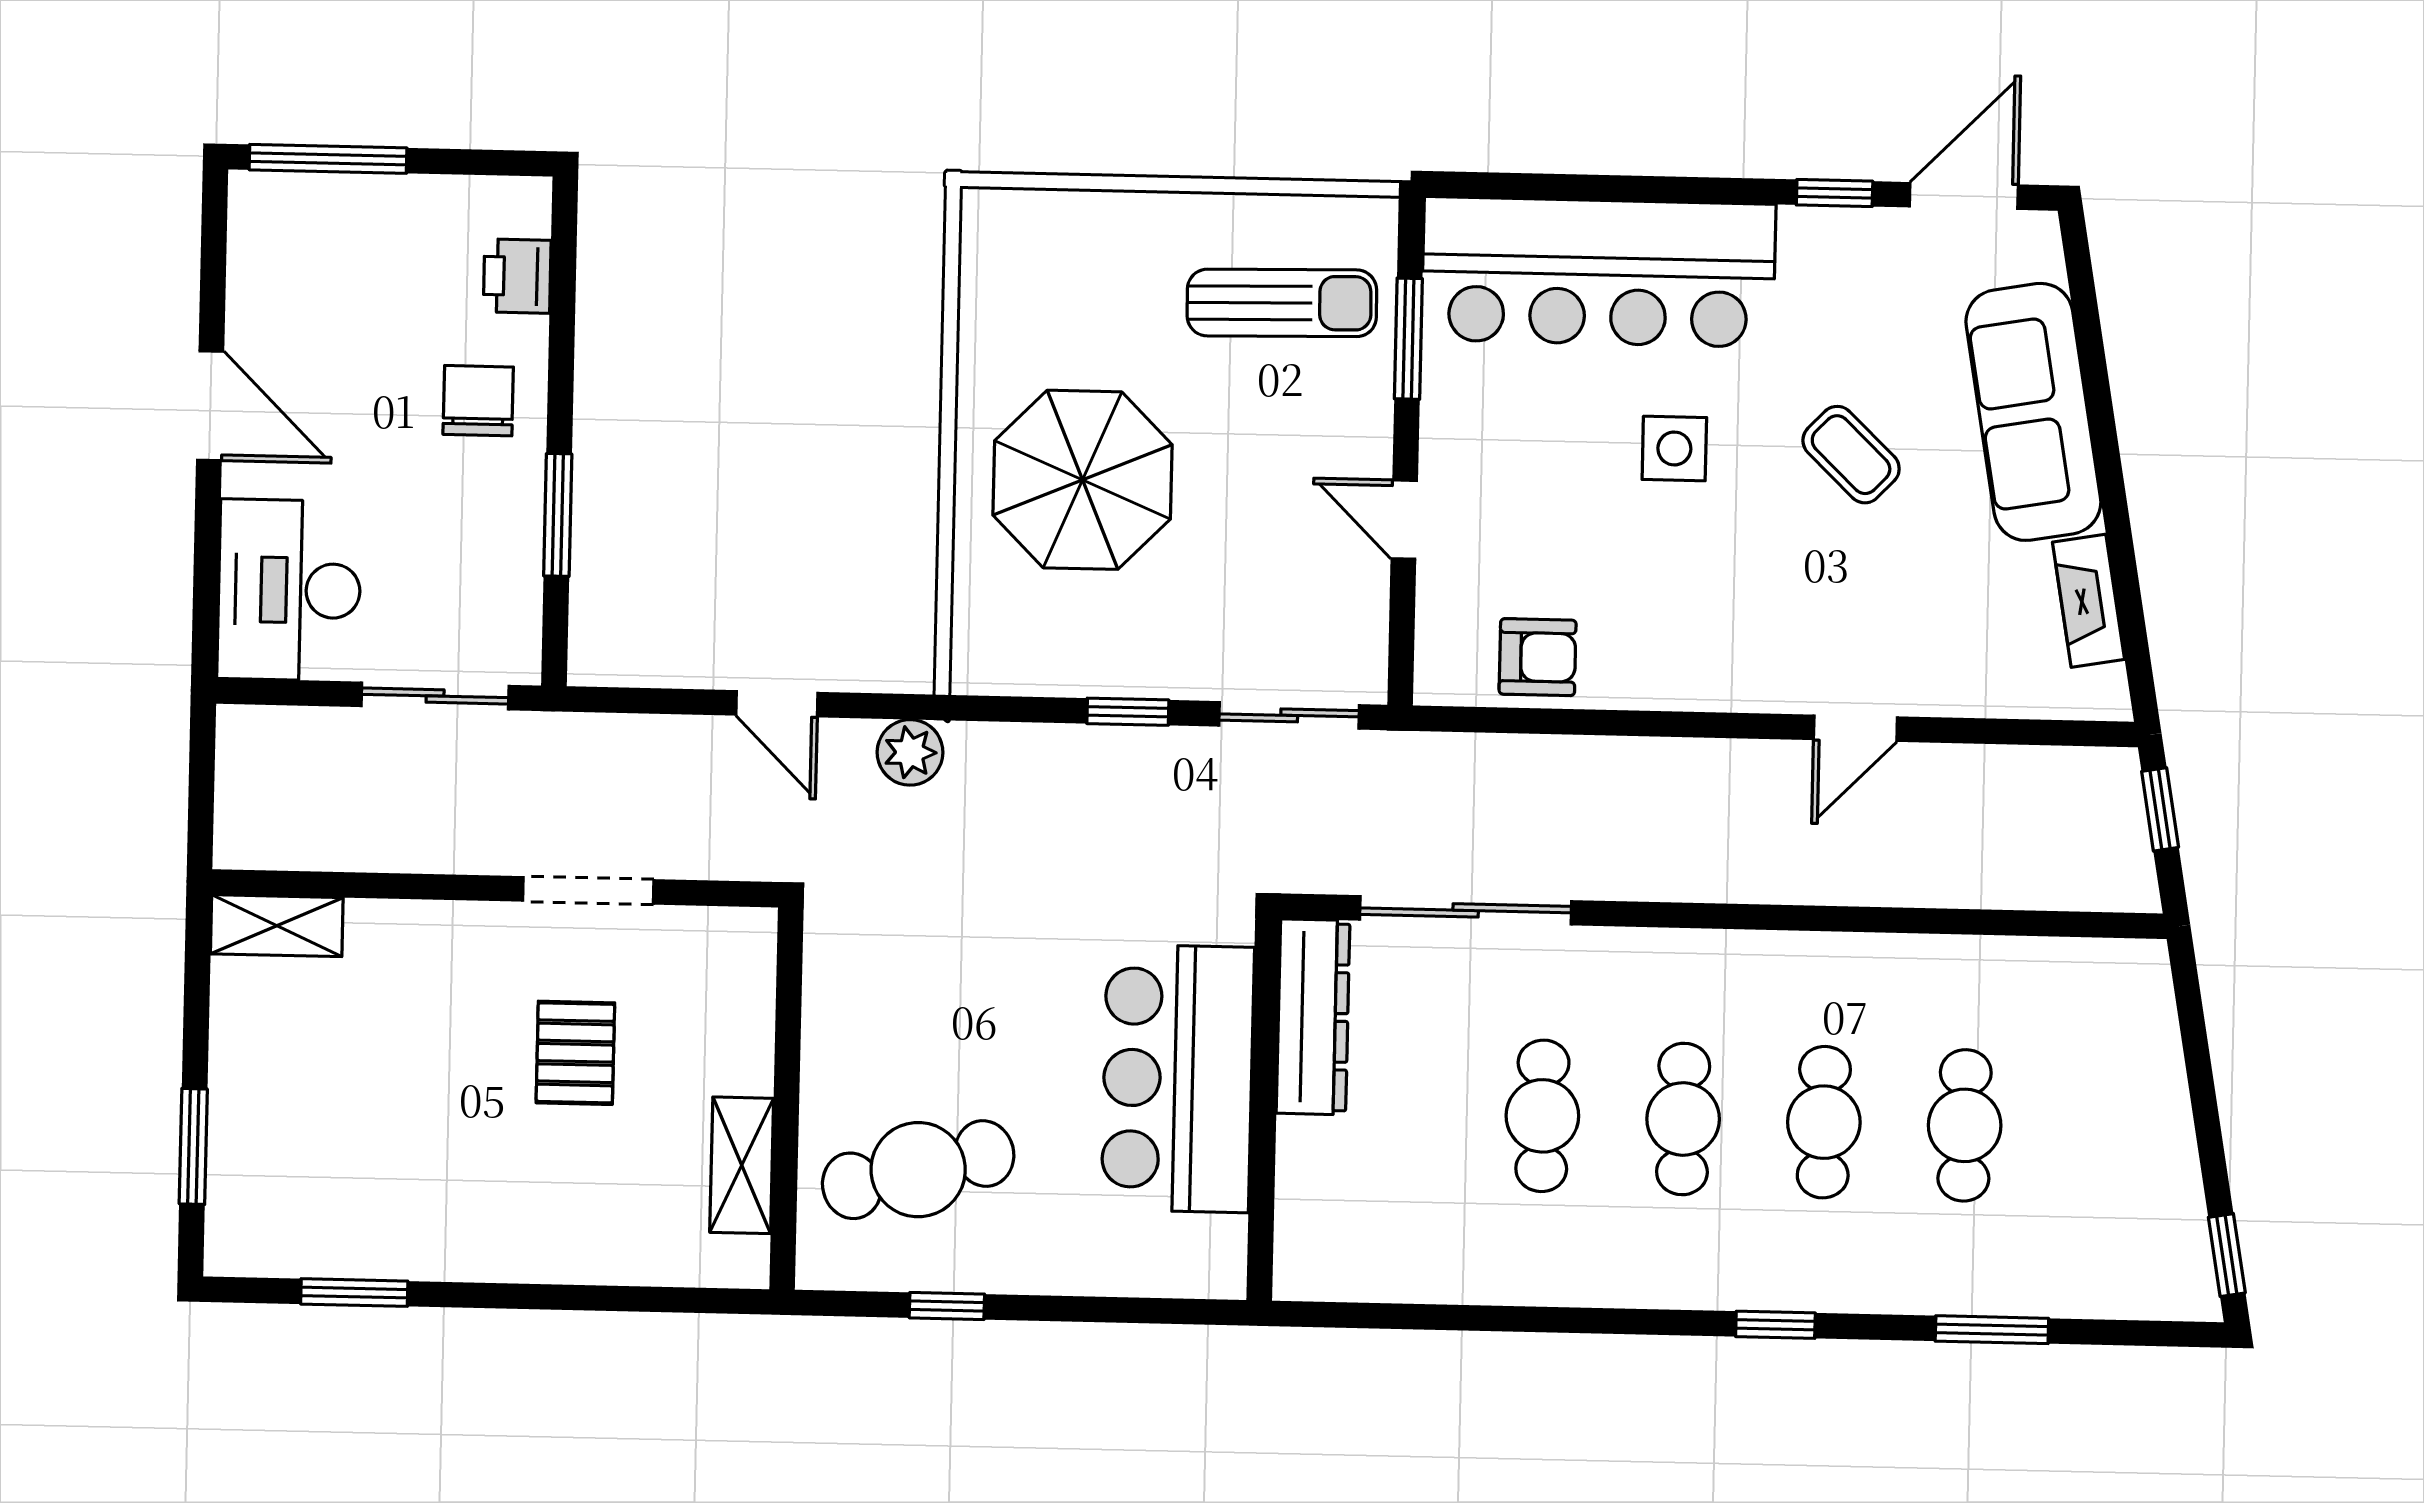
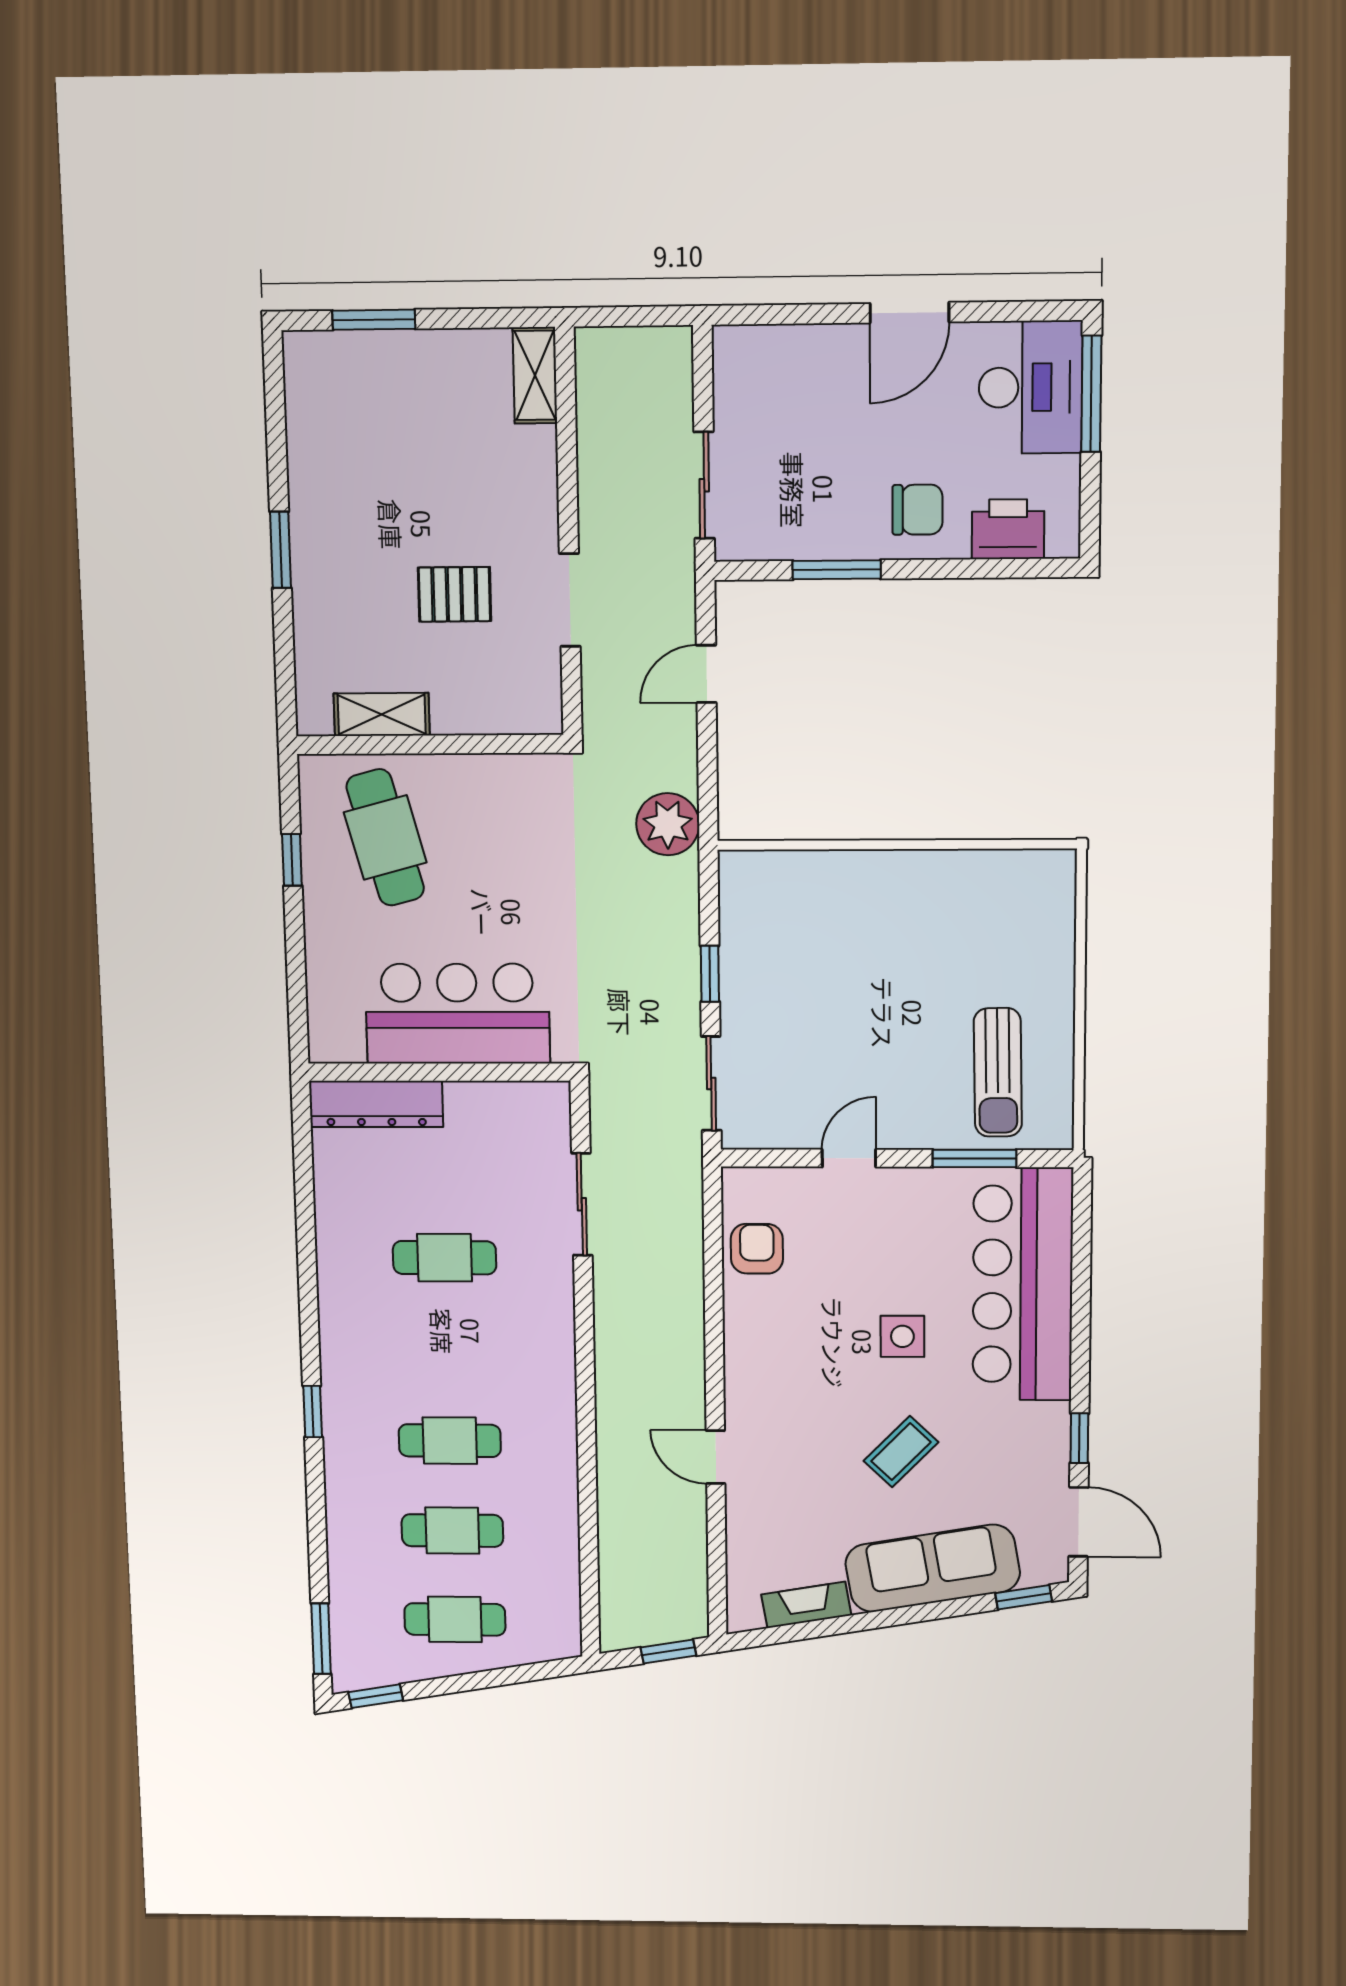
printer: (517, 276) -> (1008, 529), width x1.36, depth x1.24
window: (2081, 278) -> (1024, 1597), added
parasol: (1082, 480) -> (871, 939), removed
desk: (289, 590) -> (1031, 387), moved, turned 90
armchair: (1538, 657) -> (757, 1249), turned 180
door: (777, 704) -> (706, 674), moved
plant: (910, 752) -> (668, 824), width x1.36, depth x1.36
sliding door: (1466, 910) -> (582, 1204), width x0.73
dresser: (1313, 1017) -> (376, 1104), moved
cafe table: (1683, 1119) -> (455, 1619), moved
window: (354, 1293) -> (280, 550), moved
window: (1992, 1330) -> (321, 1639), moved

